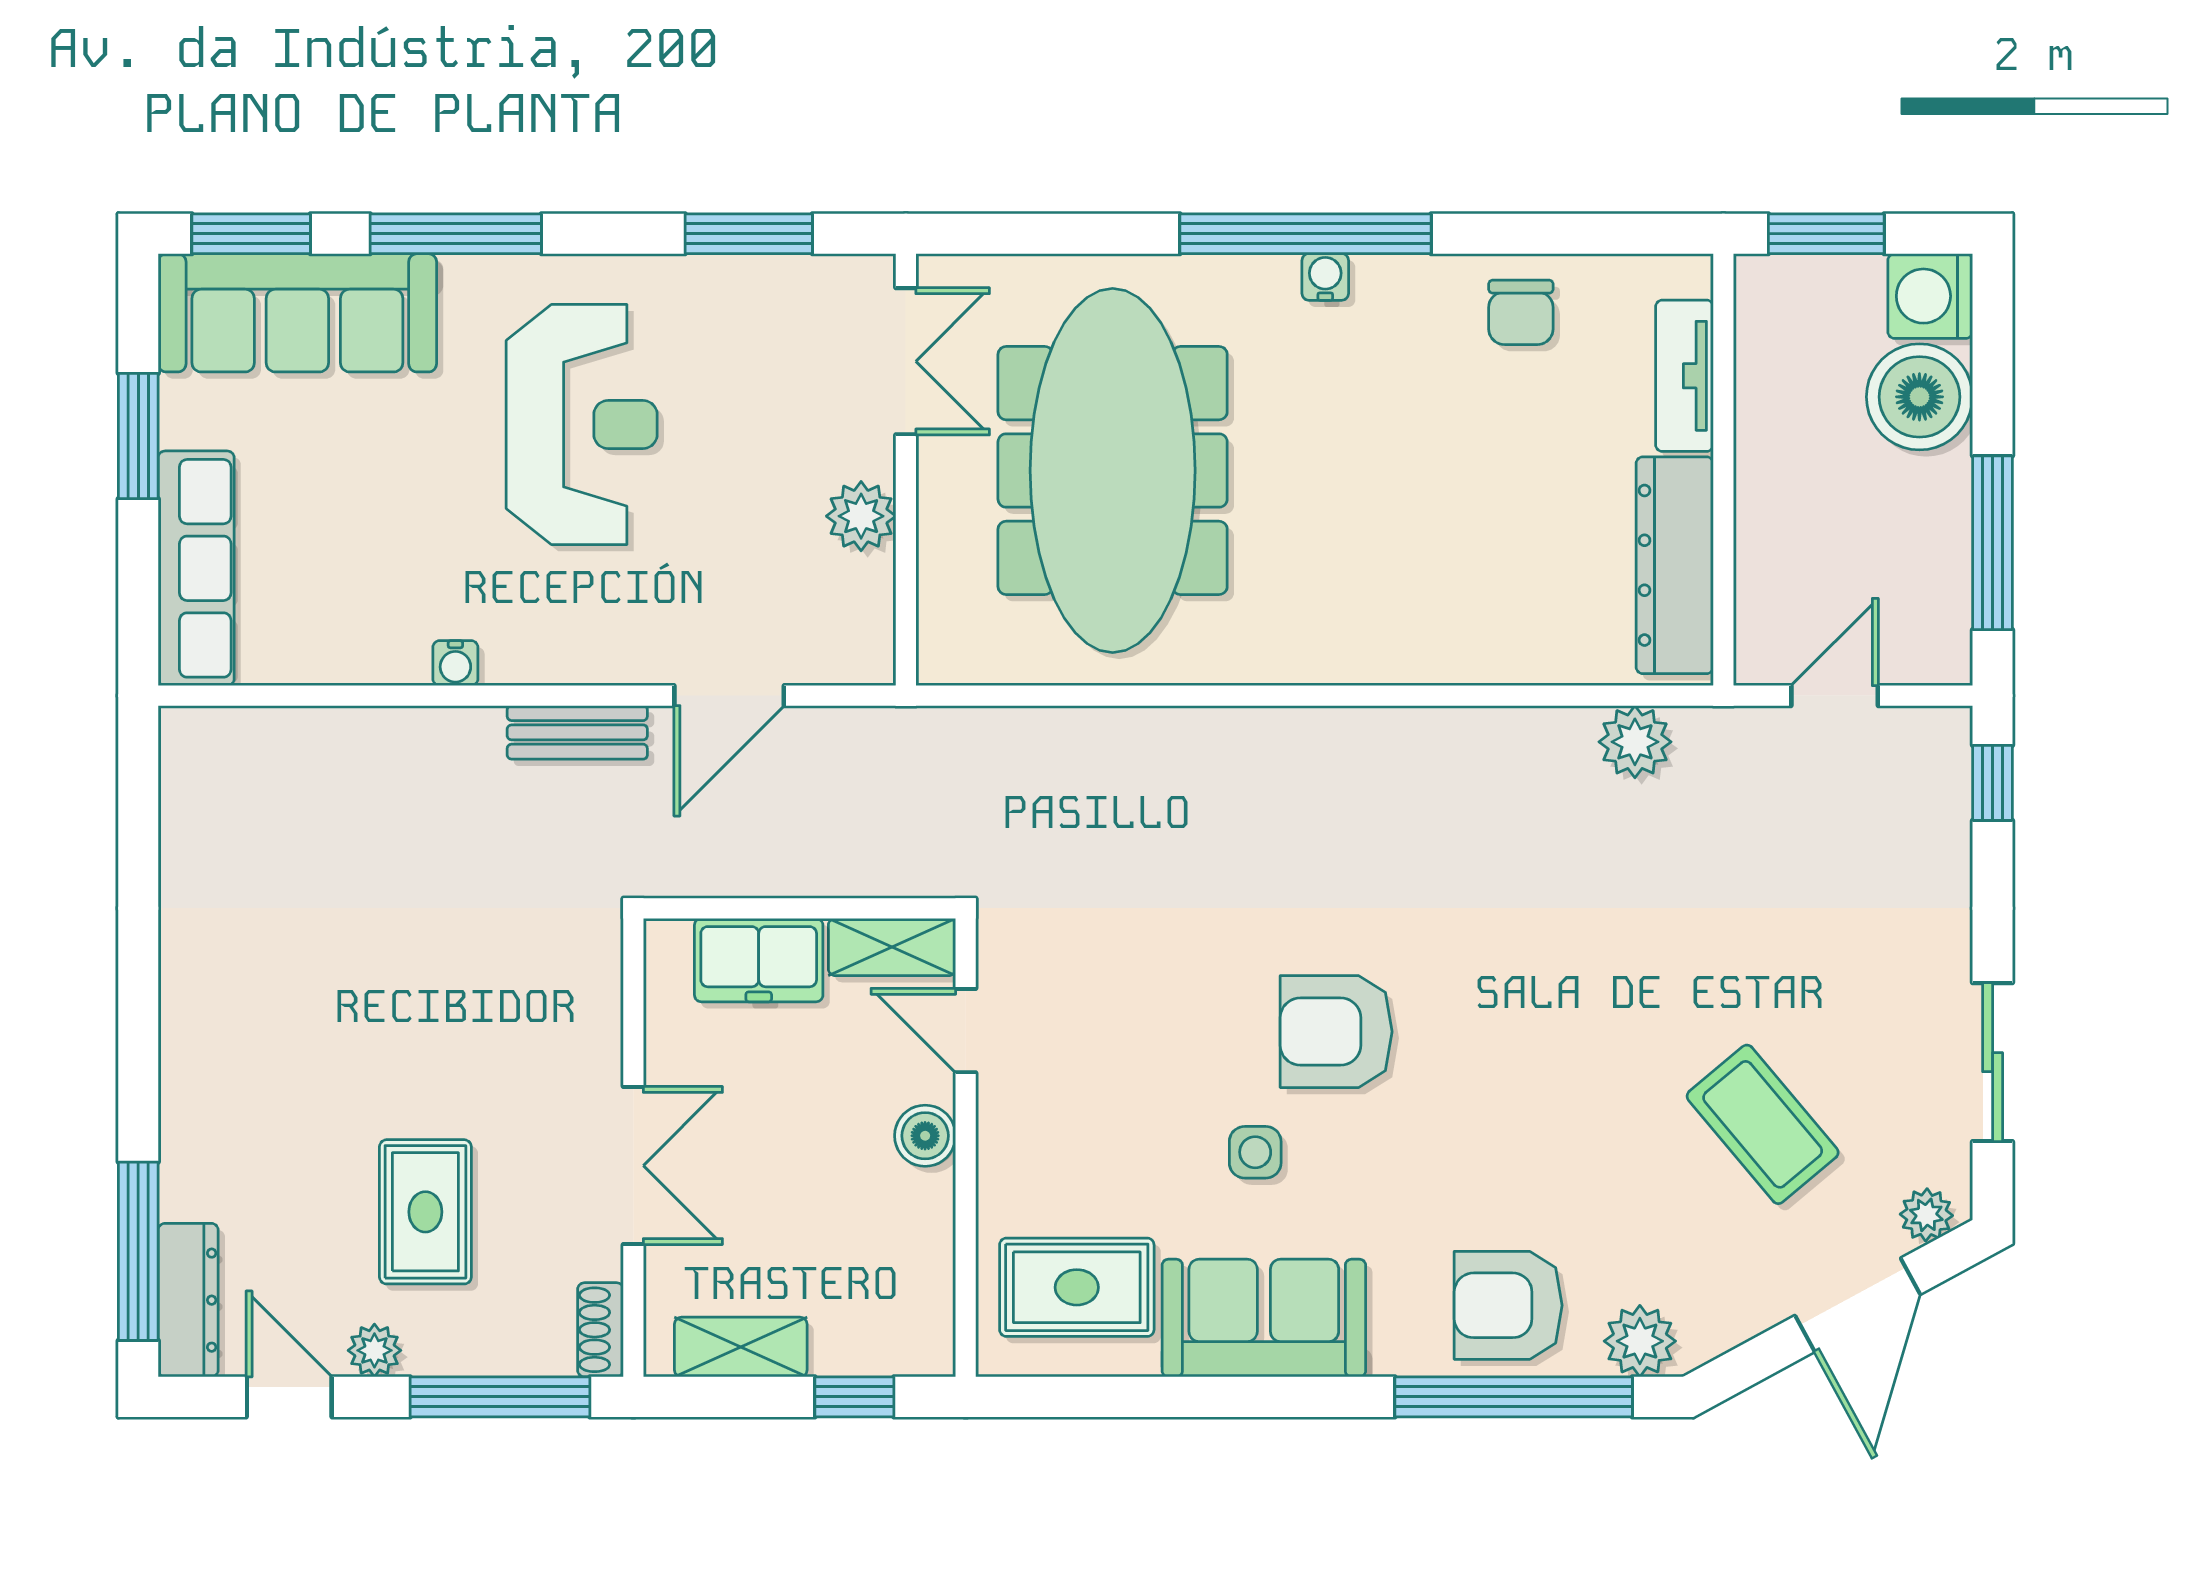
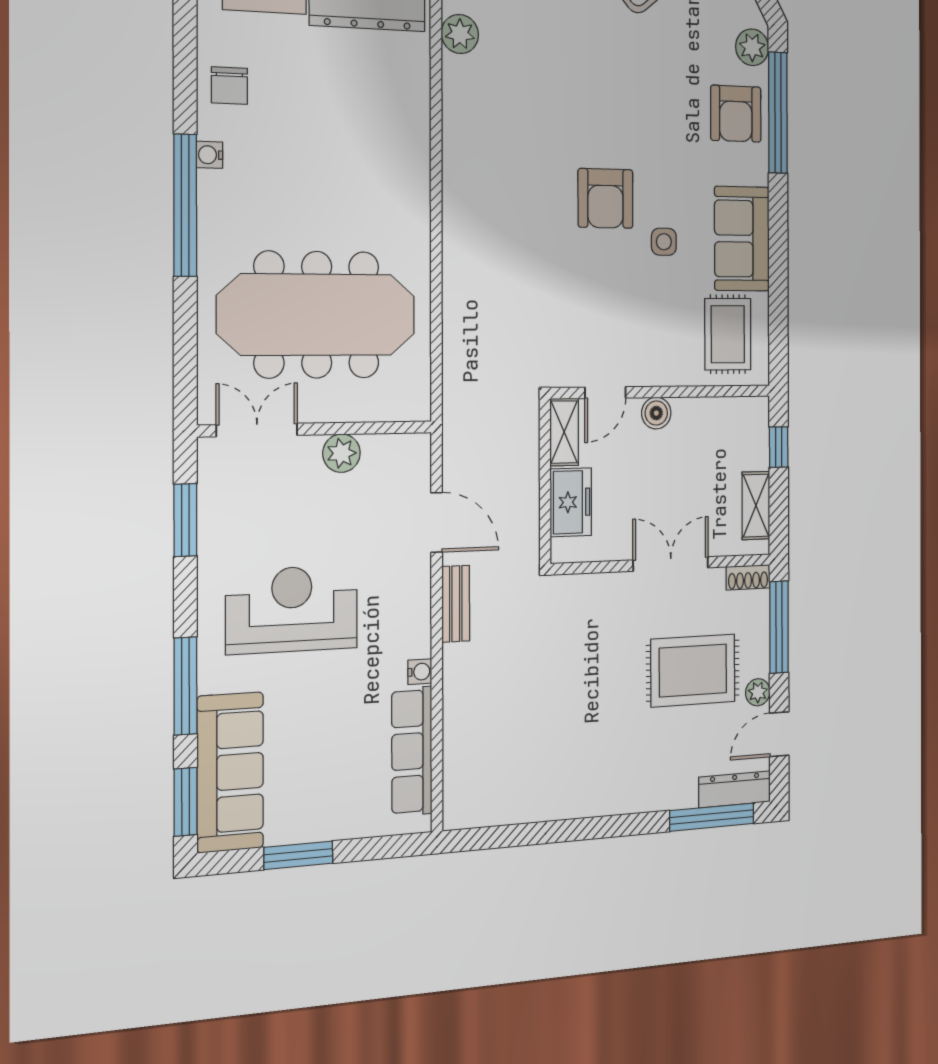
water cooler: (1325, 277) -> (210, 155), moved
chair: (1521, 312) -> (229, 86), turned 90
row of seats: (196, 568) -> (412, 751), moved, turned -90
rug: (425, 1212) -> (693, 670), width x1.36, depth x1.43

